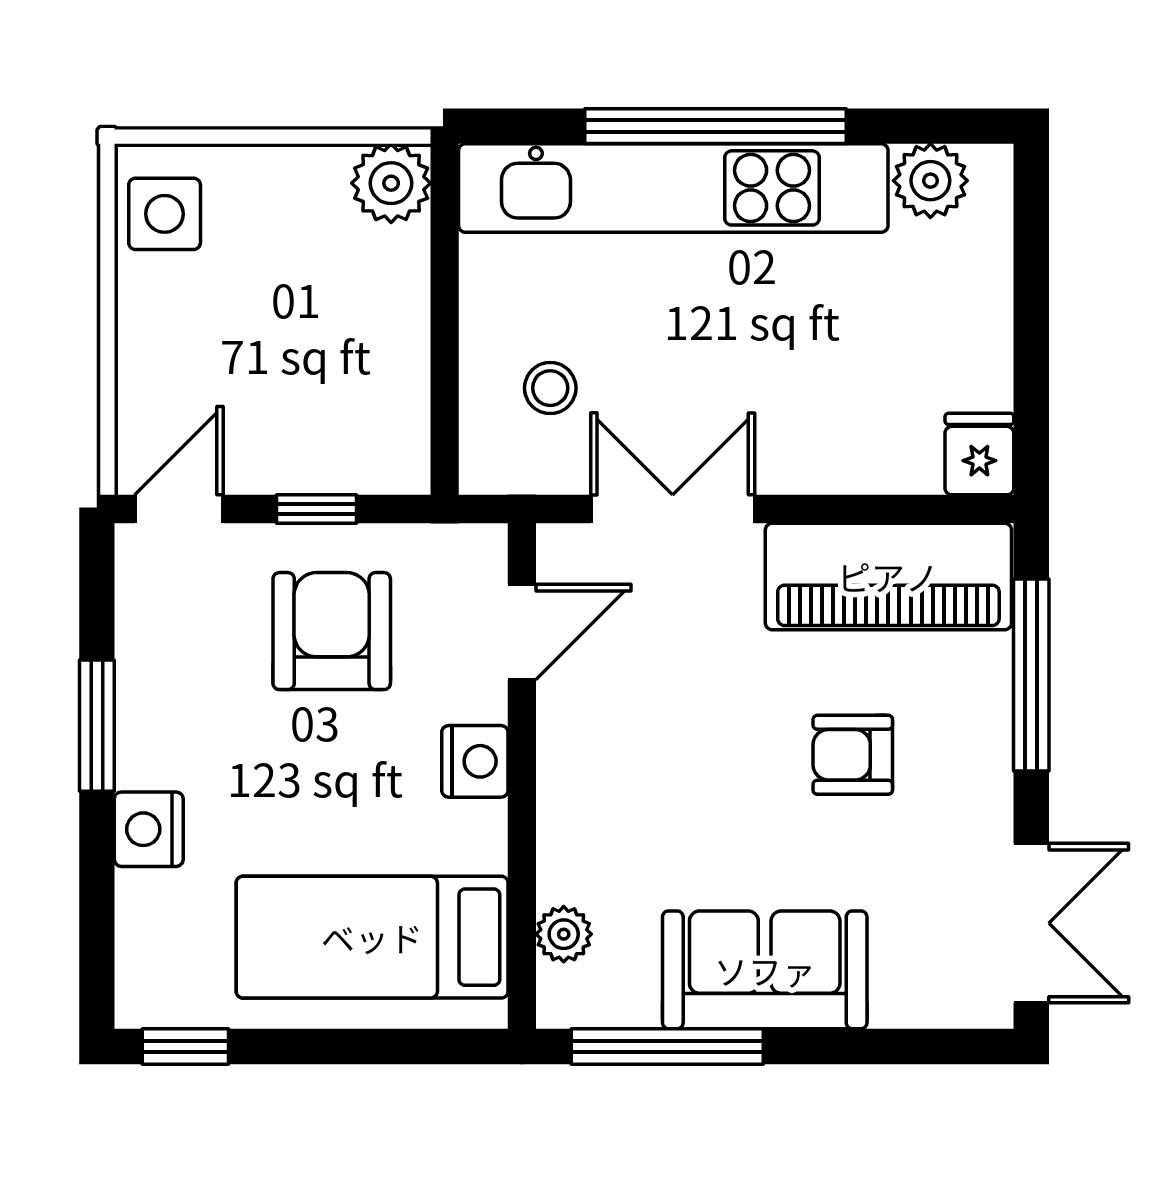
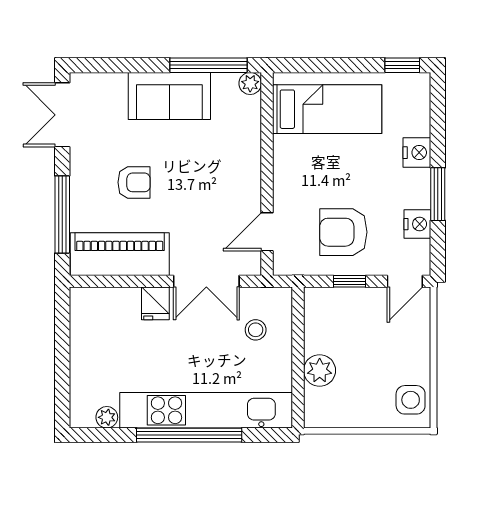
plant: (930, 181) -> (107, 417), width x0.73, depth x0.73
plant: (391, 183) -> (320, 370), moved
fridge: (979, 454) -> (155, 303), moved
armchair: (332, 631) -> (343, 232), turned 90
nightstand: (475, 761) -> (417, 224), moved, turned 180
plant: (564, 934) -> (250, 83), moved

